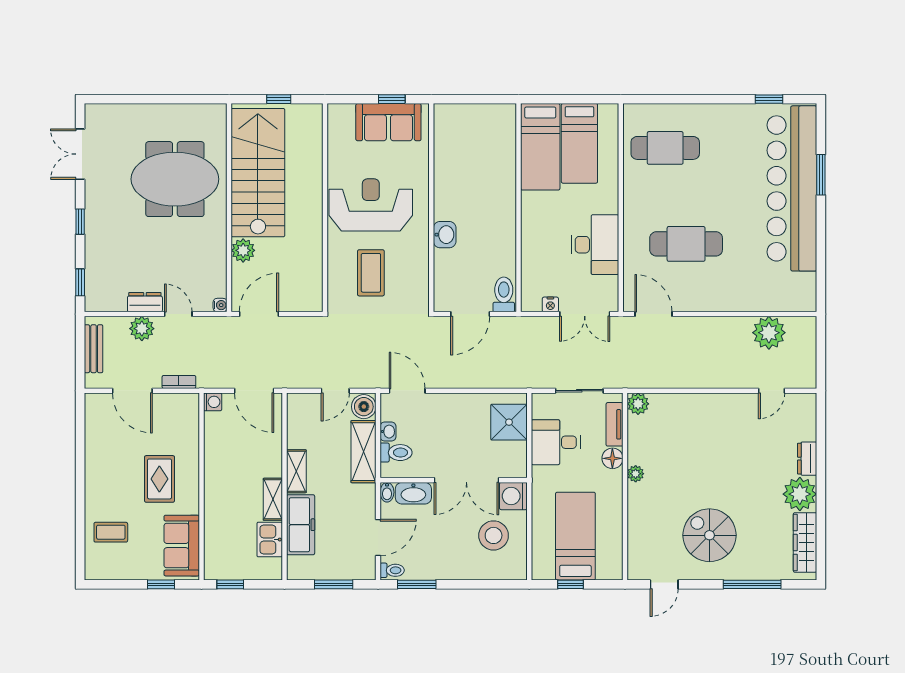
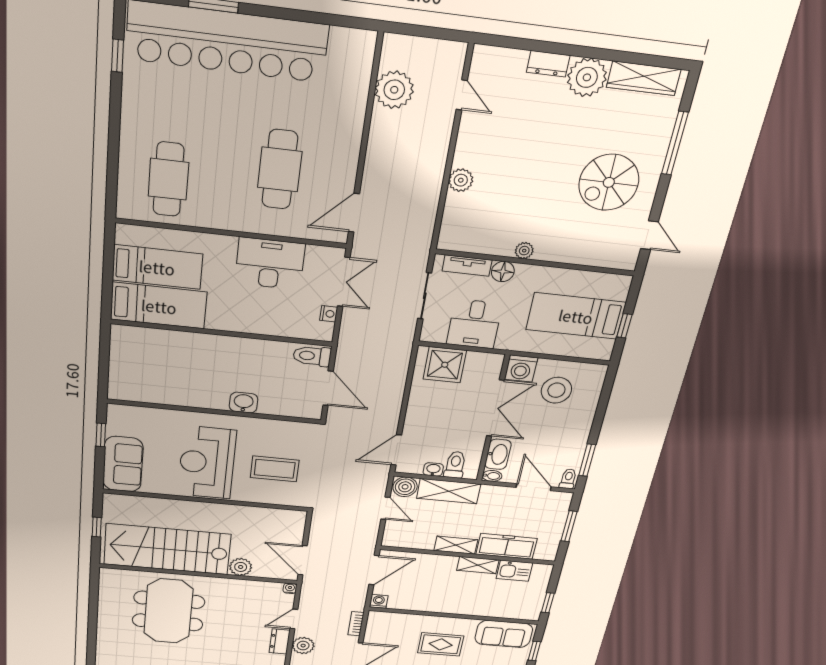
sofa: (388, 122) -> (123, 464), moved
plant: (638, 404) -> (461, 180), moved

